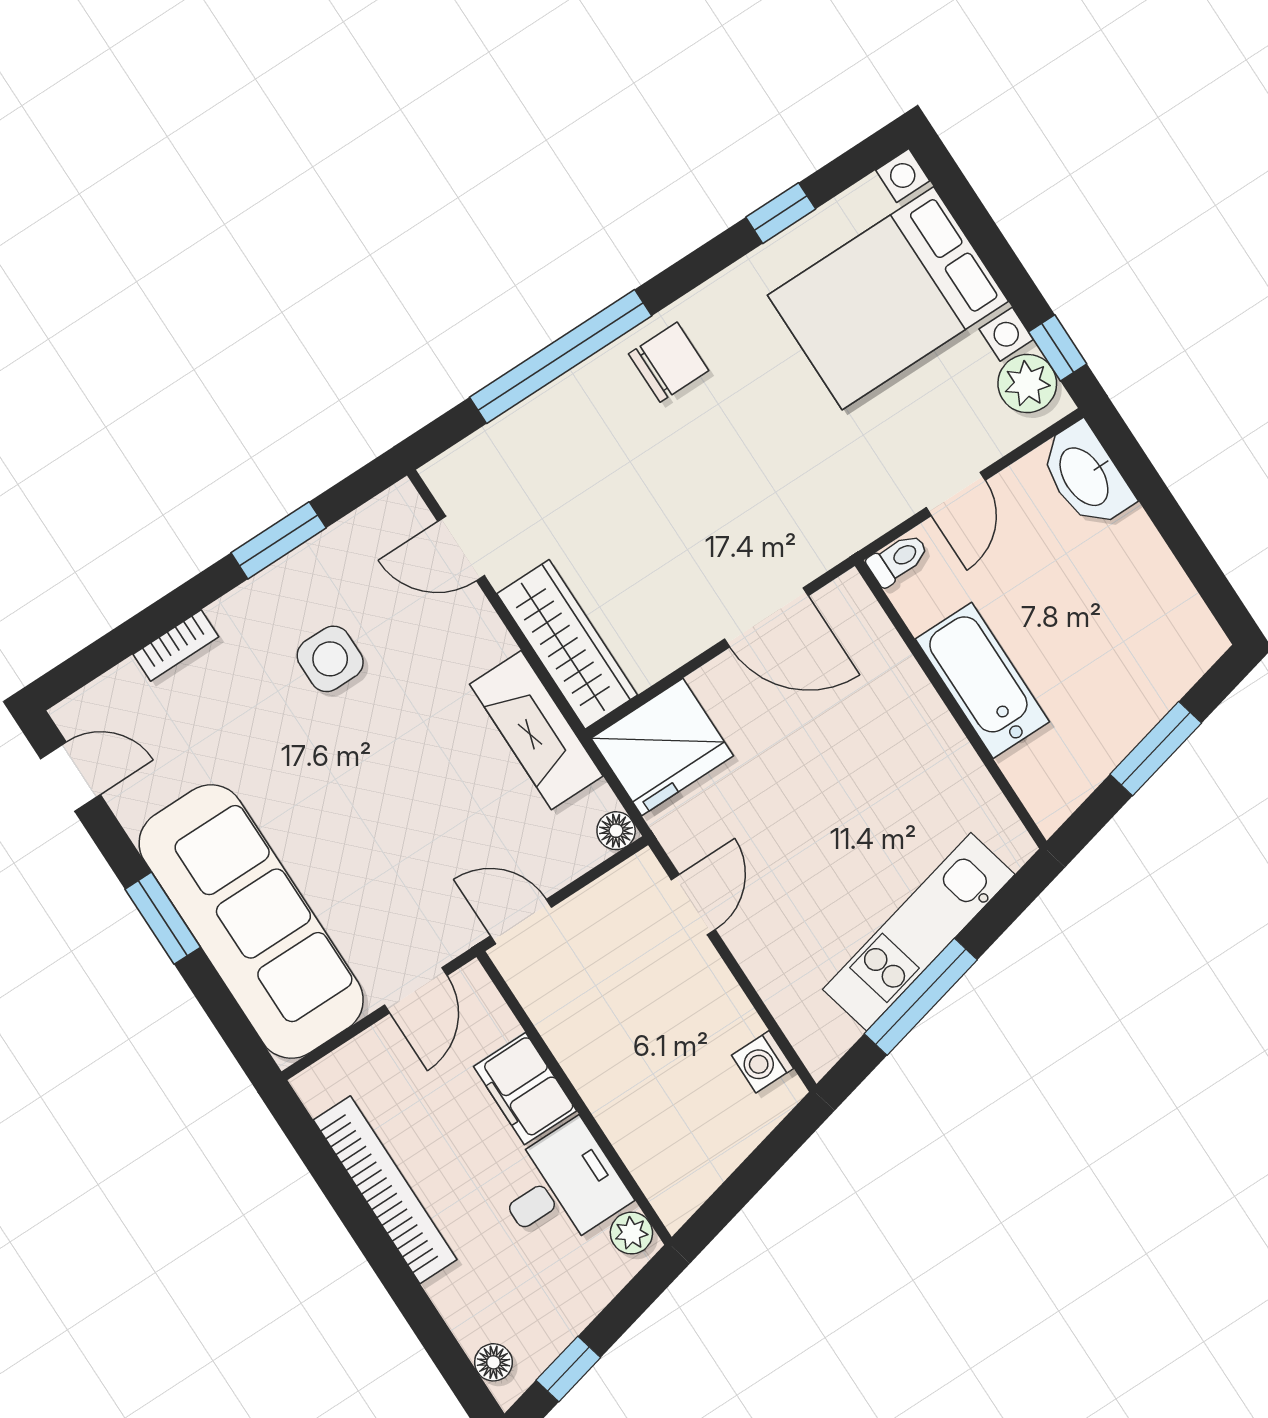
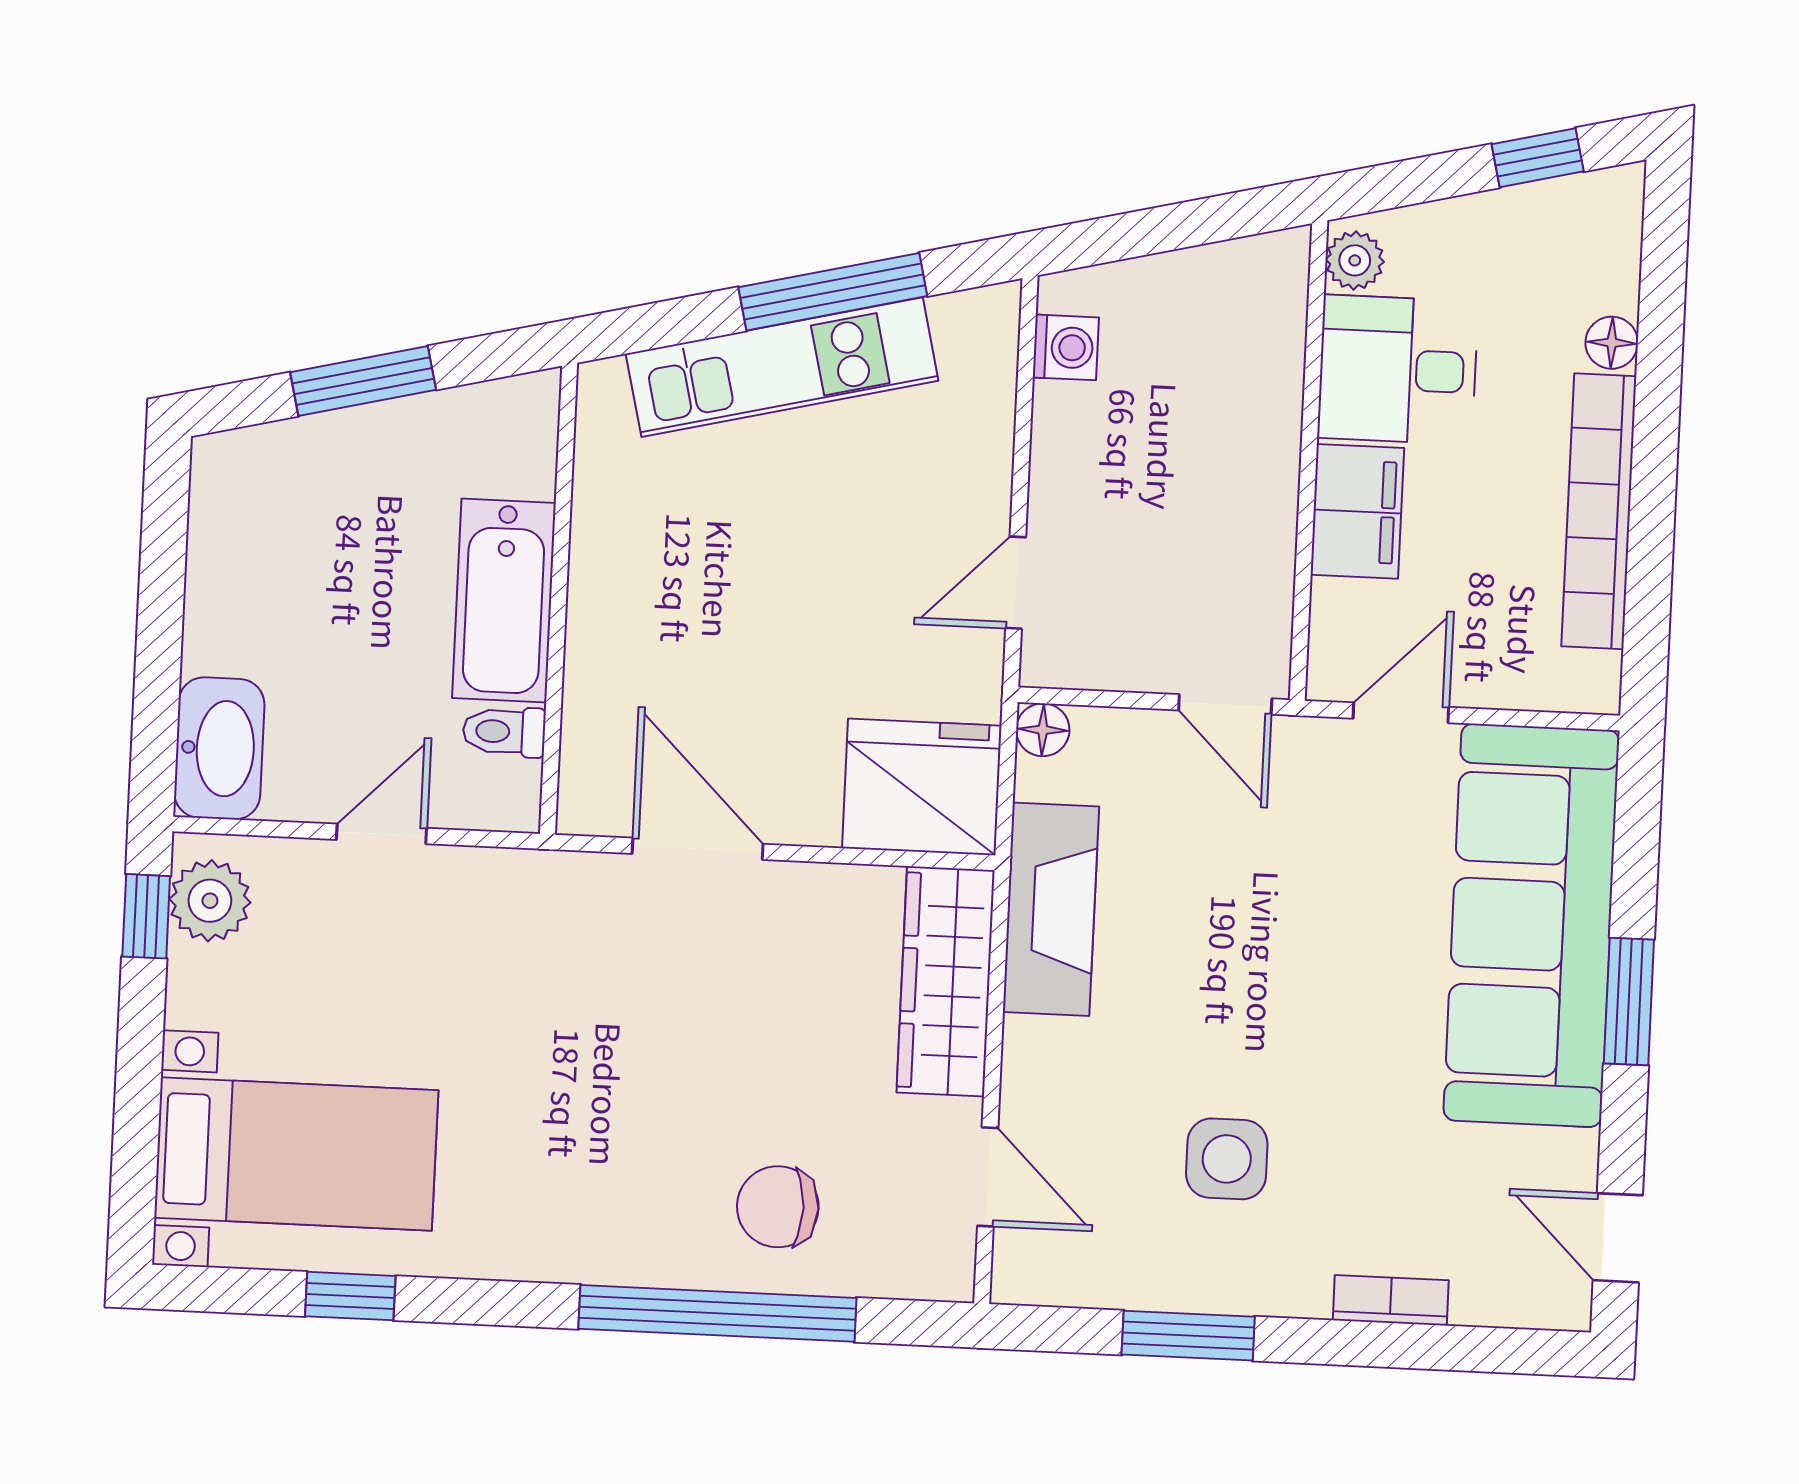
bed with nightstands: (888, 298) -> (296, 1154), width x0.73
chair: (669, 362) -> (778, 1207), moved
toilet: (898, 559) -> (504, 732), moved
floor lamp: (493, 1362) -> (1612, 343), moved

